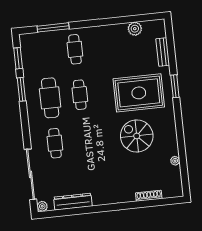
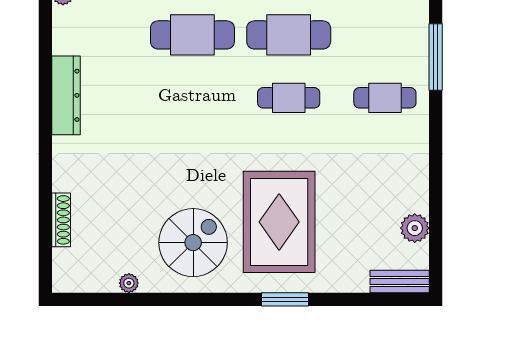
bench: (163, 52) -> (400, 281), moved
spiral stairs: (137, 136) -> (193, 243), moved
cafe table: (55, 143) -> (192, 35), width x1.37, depth x1.35
dresser: (73, 202) -> (66, 95), moved

